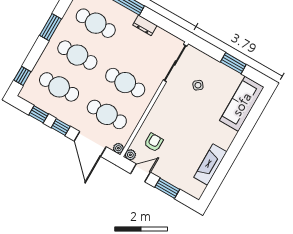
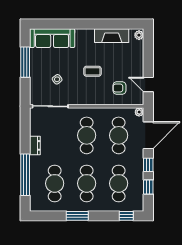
window: (233, 63) -> (25, 62), width x1.44
coffee table: (186, 125) -> (93, 71), added
plant: (130, 155) -> (139, 35), moved
window: (167, 188) -> (148, 58), removed

